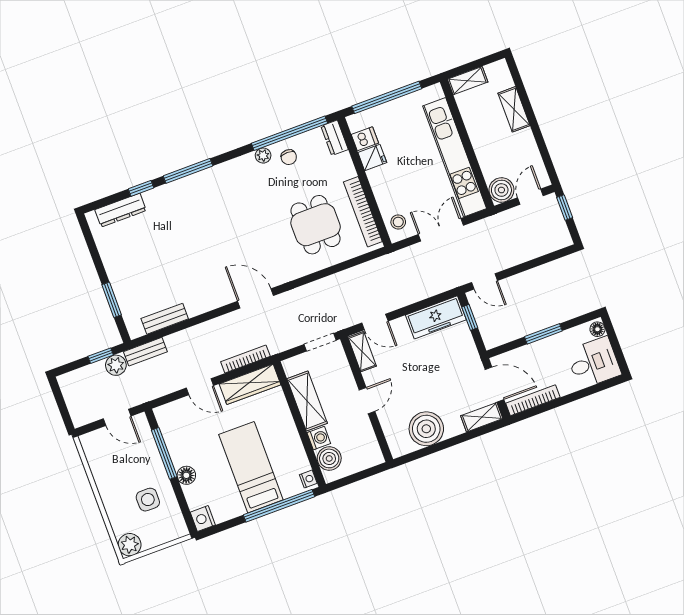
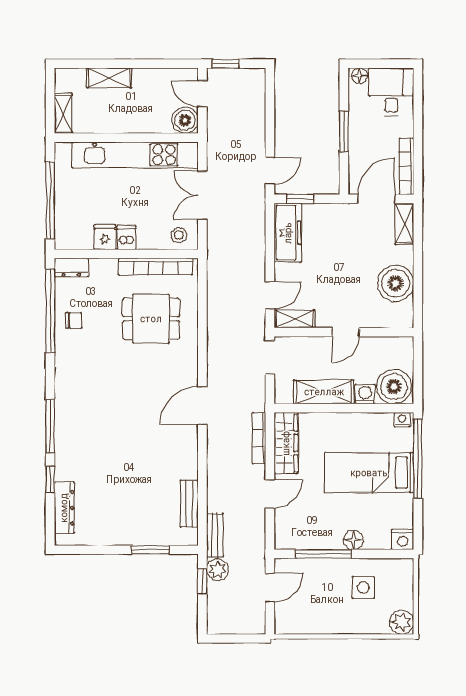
dishwasher: (365, 139) -> (126, 238), moved
plant: (263, 156) -> (63, 345), removed
door: (367, 401) -> (346, 332), swing flipped
boiler: (329, 458) -> (394, 387), width x1.37, depth x1.37

